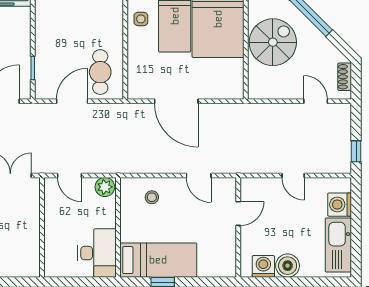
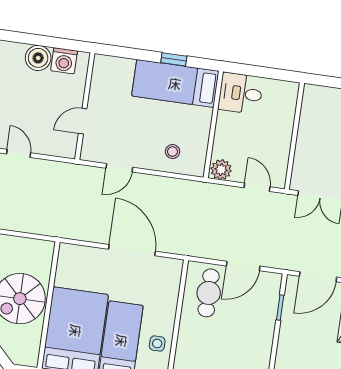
door: (199, 175) -> (119, 168), swing flipped
desk: (97, 253) -> (241, 93), width x0.73

